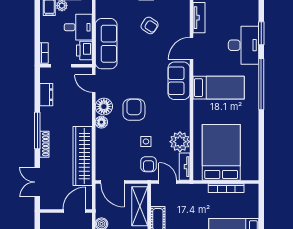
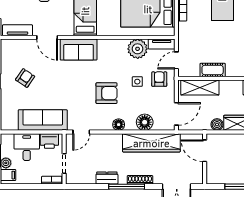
dresser: (46, 95) -> (107, 178), moved
floor lamp: (104, 107) -> (145, 122), moved
armchair: (134, 110) -> (106, 93), turned 180
armchair: (148, 164) -> (159, 79), turned -90

